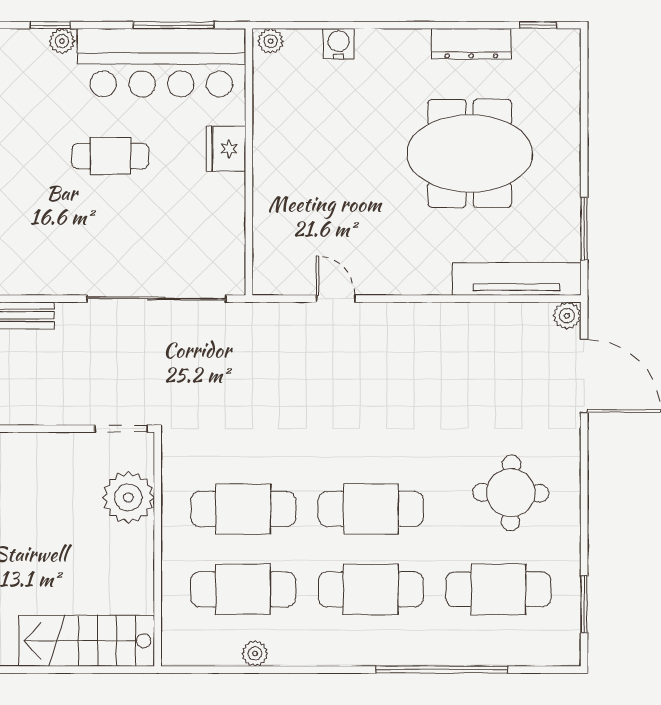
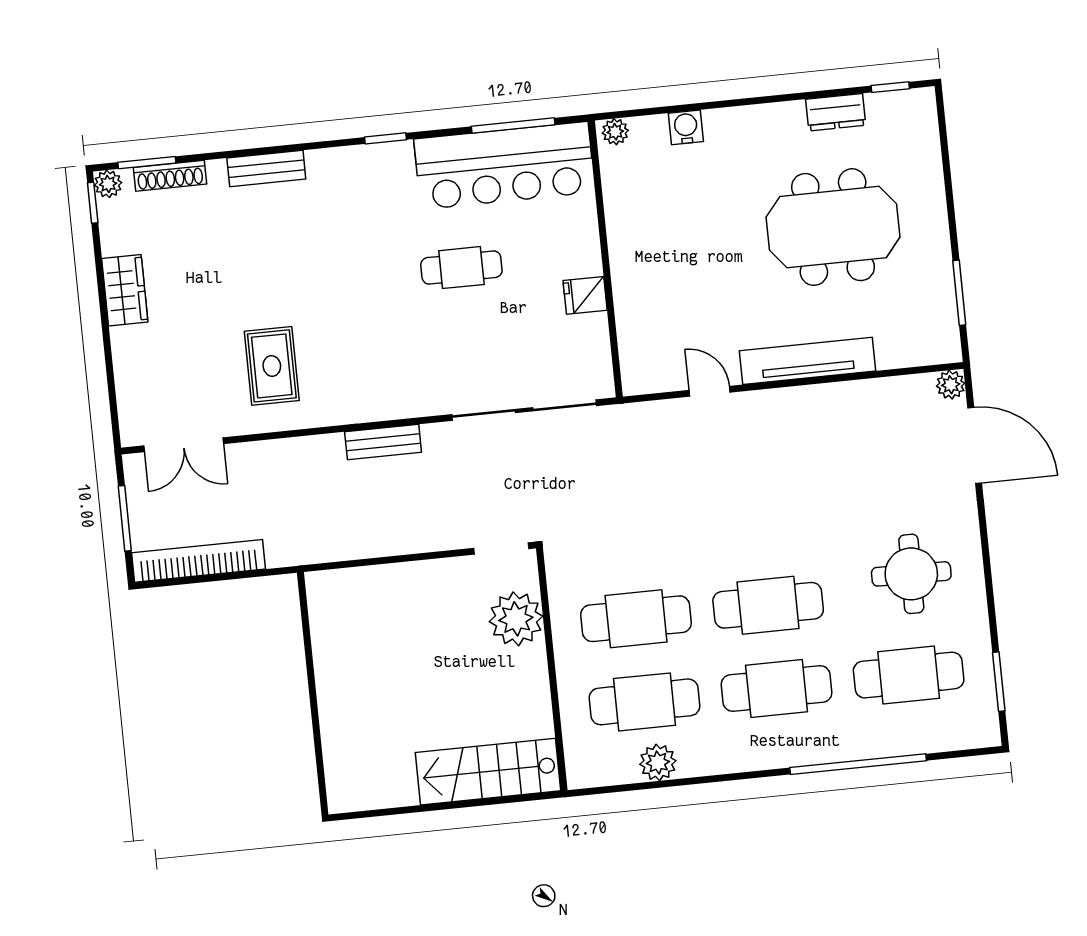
plant: (62, 41) -> (399, 154), removed
dresser: (471, 44) -> (836, 112), width x0.70
fridge: (226, 149) -> (585, 295), moved, width x0.72
tv unit: (517, 279) -> (807, 361), moved
plant: (255, 653) -> (658, 763), width x1.38, depth x1.38

